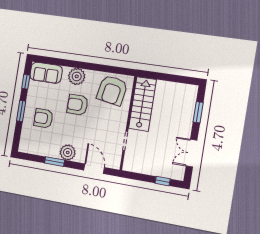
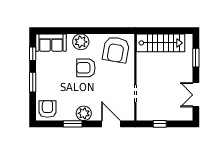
stairs: (142, 104) -> (161, 43), moved, turned 90
armchair: (43, 118) -> (47, 109), moved, turned 90
window: (163, 181) -> (160, 124), moved

